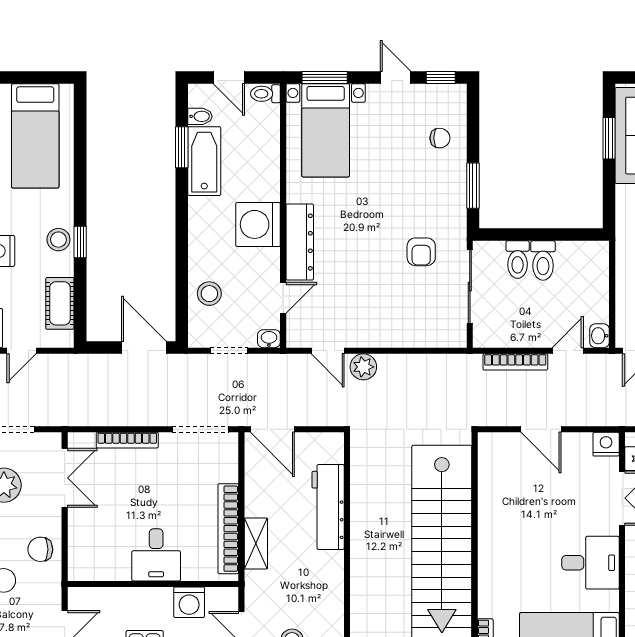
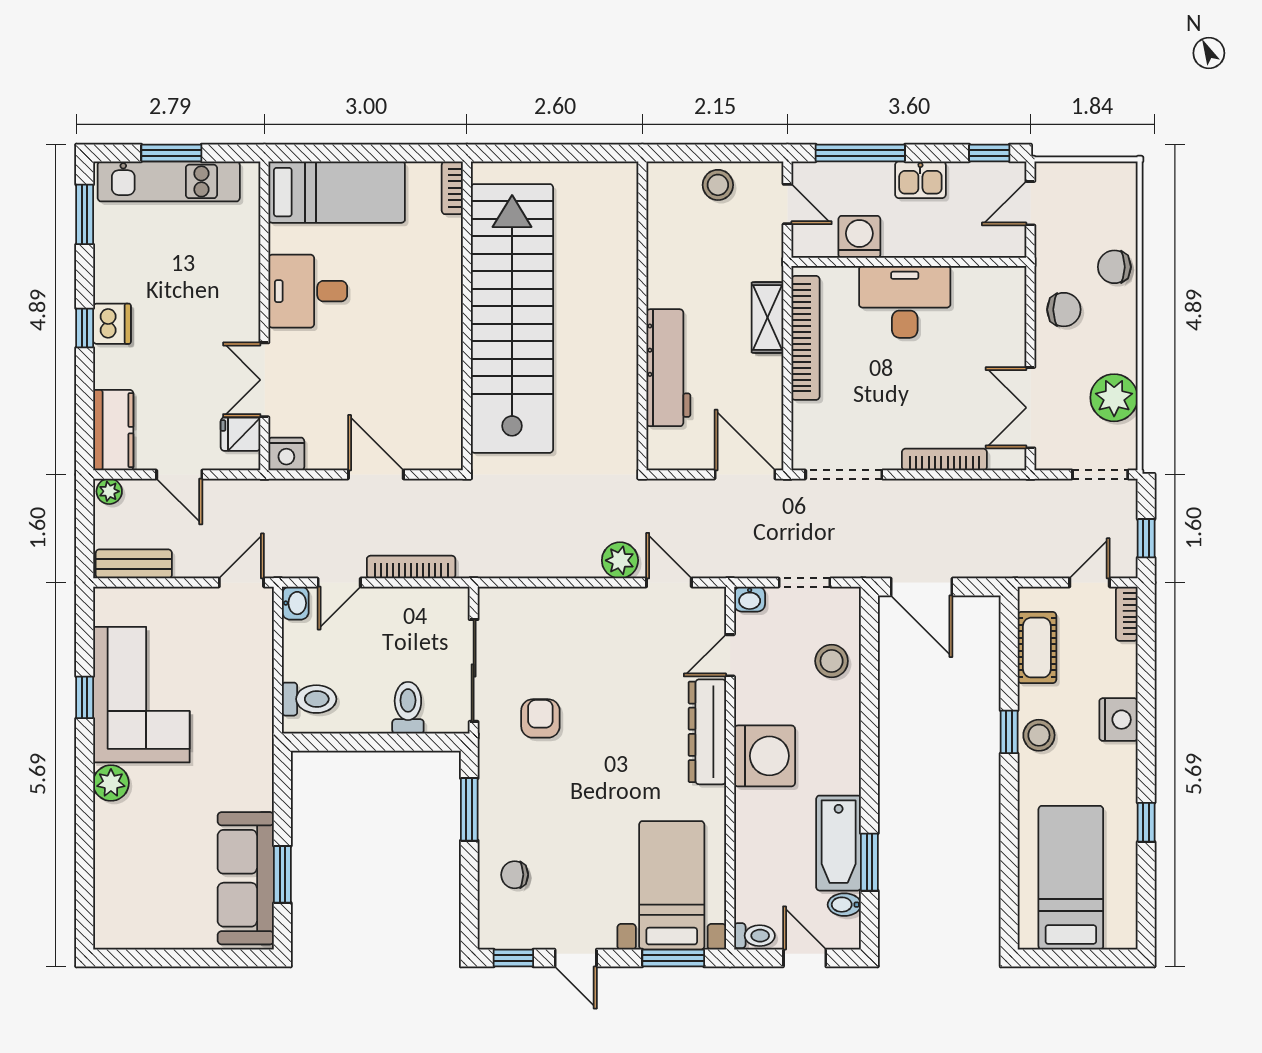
toilet: (543, 261) -> (309, 699), moved, turned 90
desk: (156, 555) -> (905, 302), width x1.37

